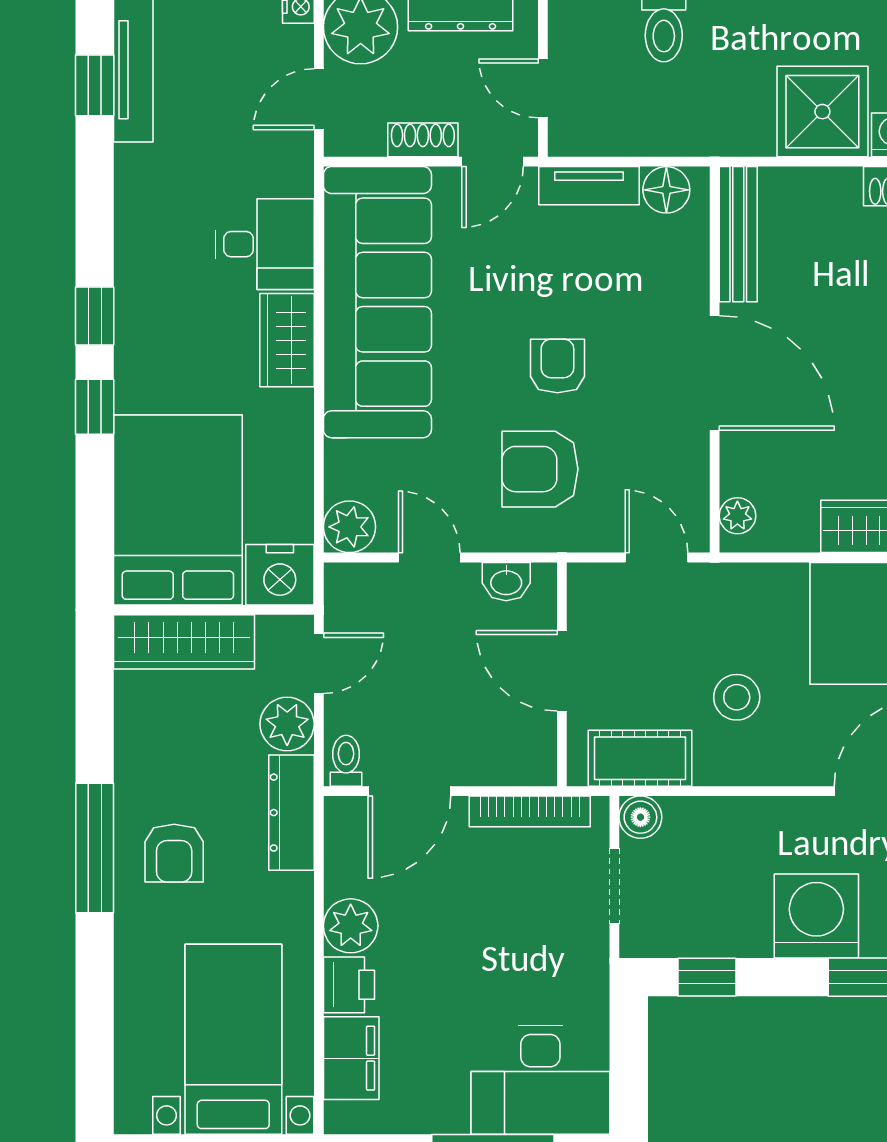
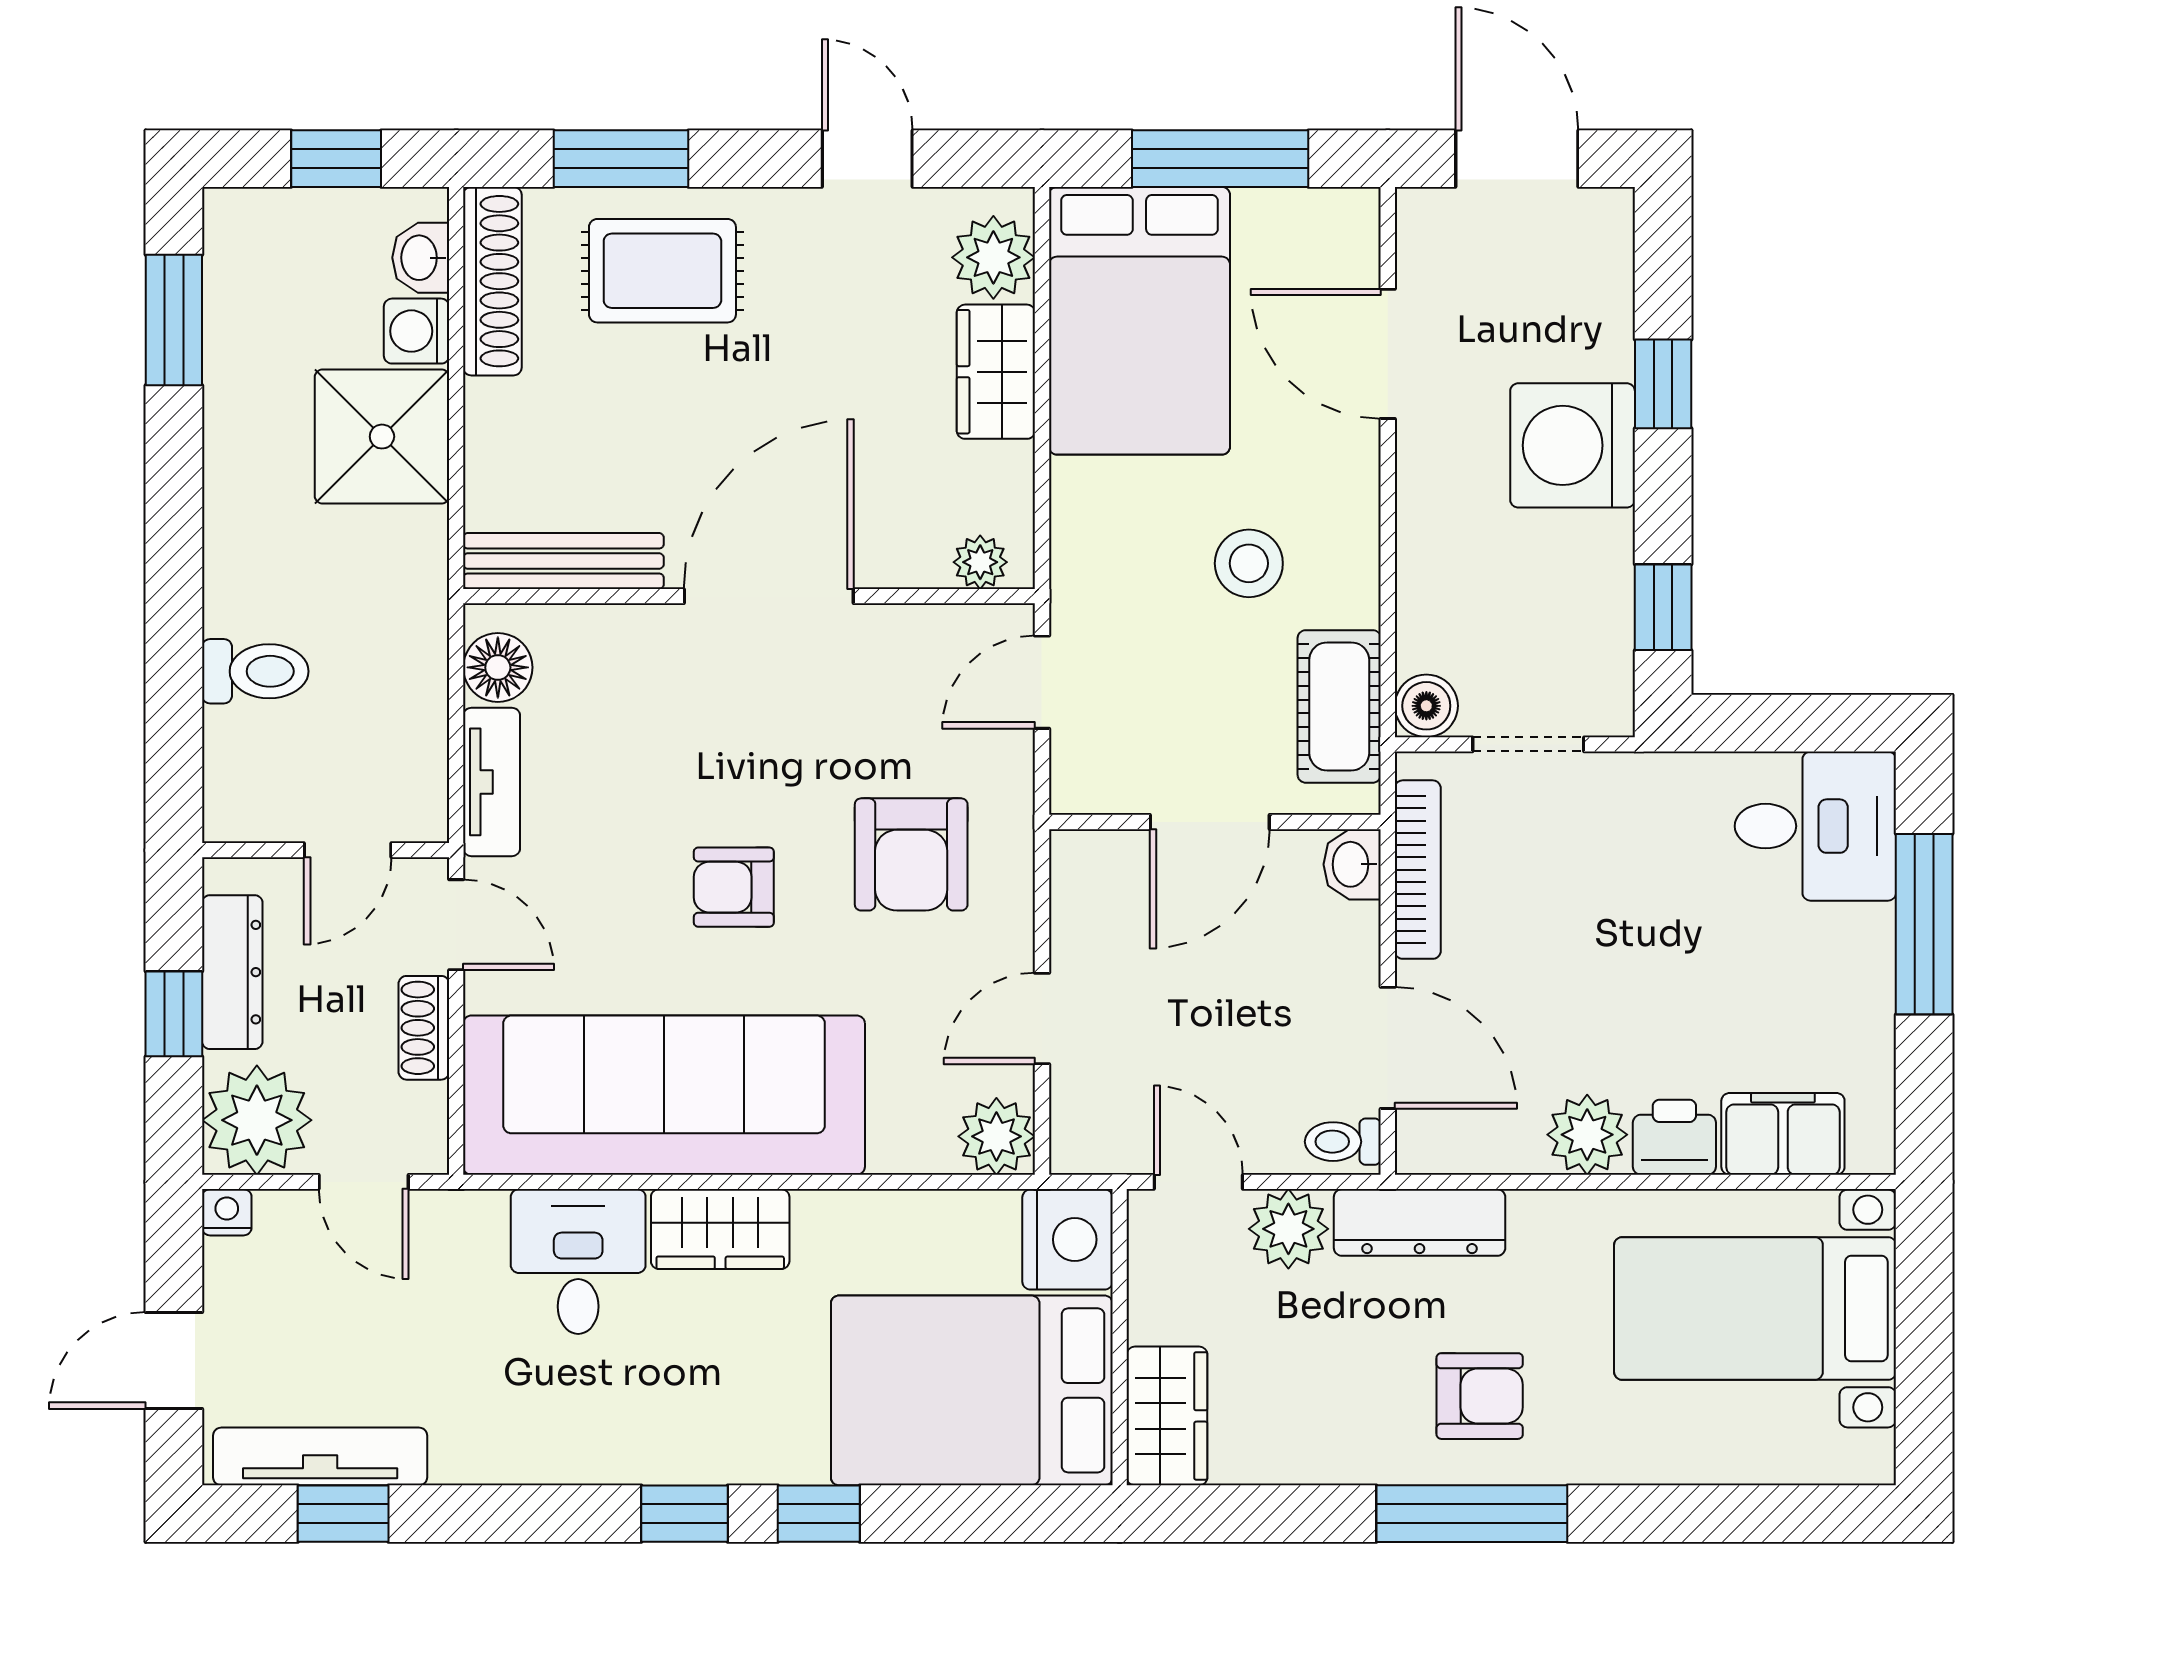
armchair: (557, 366) -> (734, 887), moved
washbasin: (506, 582) -> (1352, 864), moved, turned 180
wardrobe: (184, 642) -> (1167, 1416), width x0.67
desk: (540, 1080) -> (1815, 826), width x0.73

